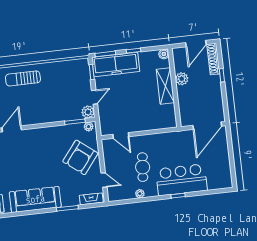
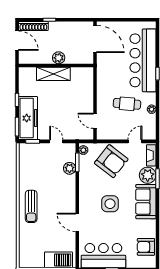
boiler: (164, 54) -> (23, 72), removed
plant: (182, 79) -> (59, 58), moved
plant: (88, 112) -> (70, 168), moved
door: (121, 135) -> (95, 121), swing flipped
side table: (35, 161) -> (110, 204), added
bar counter: (181, 180) -> (143, 60), width x1.36
plant: (70, 197) -> (148, 175), added
sofa: (35, 199) -> (146, 202), width x0.73

